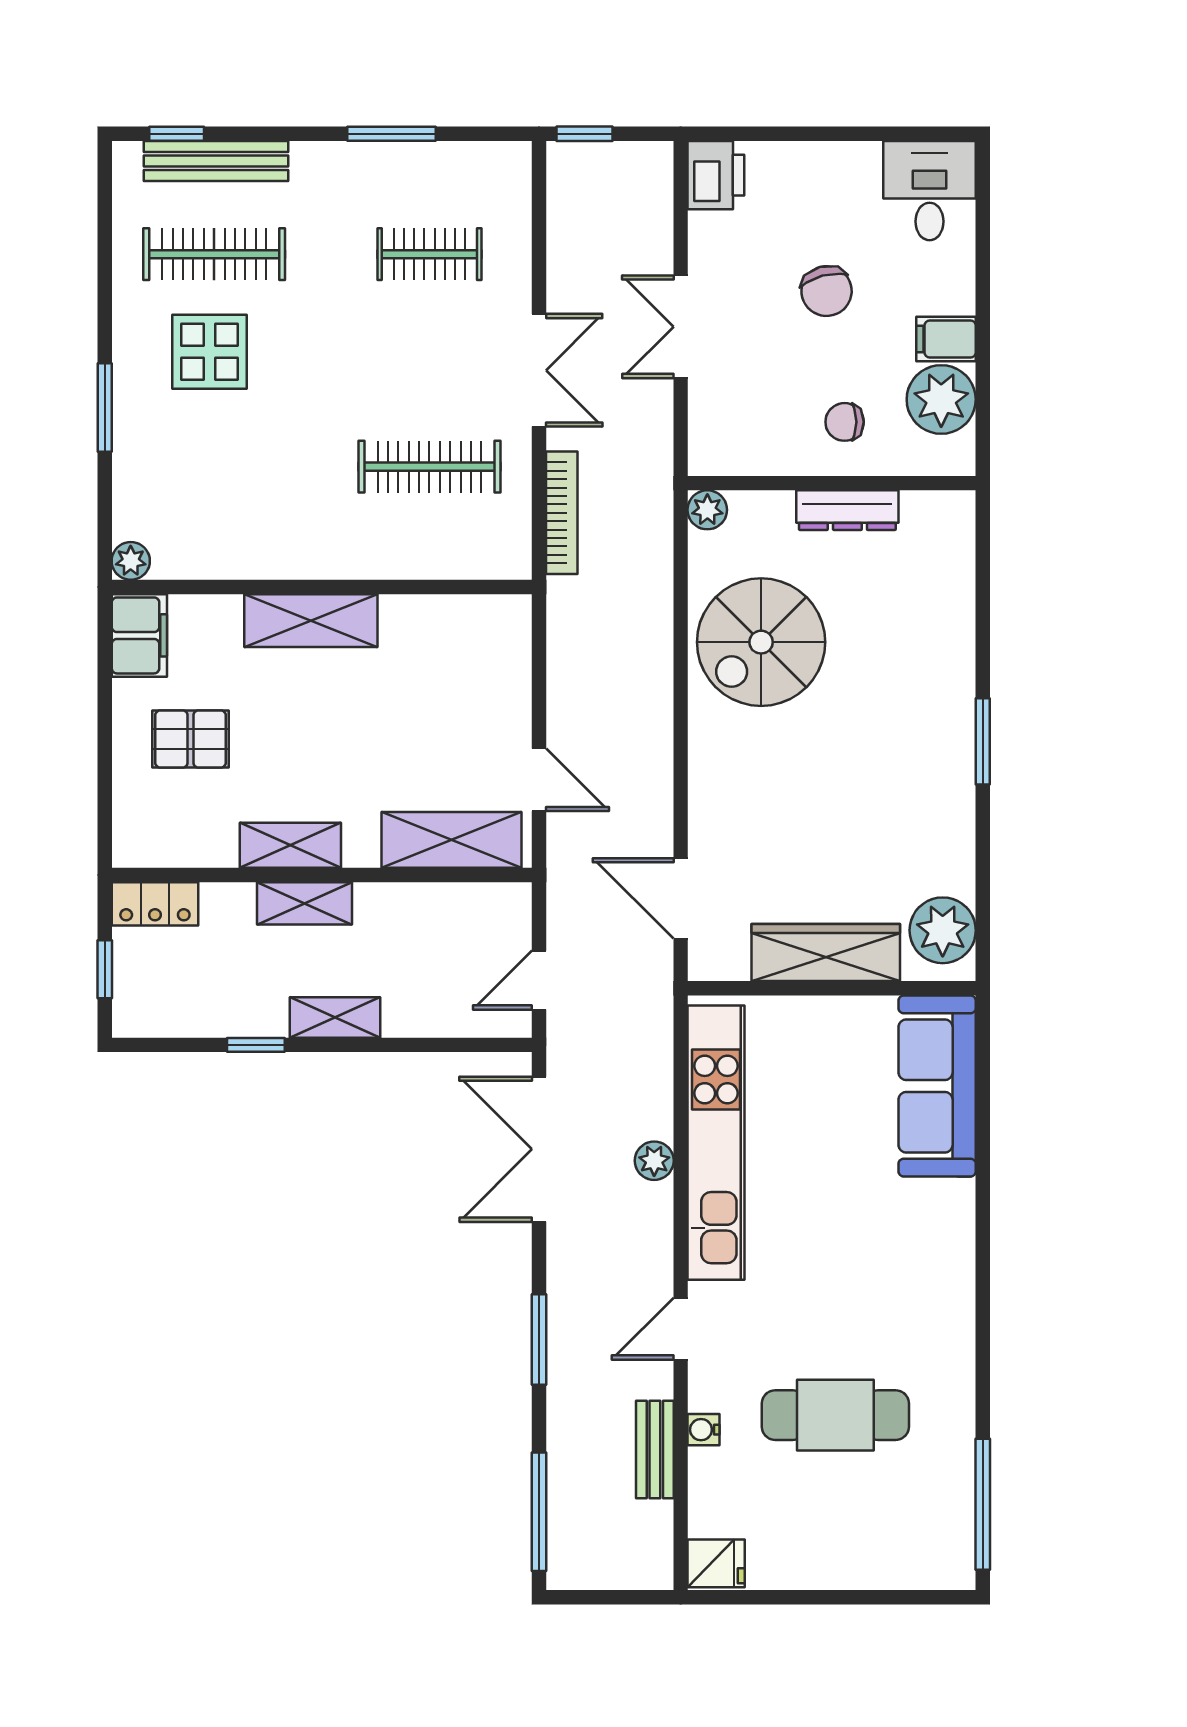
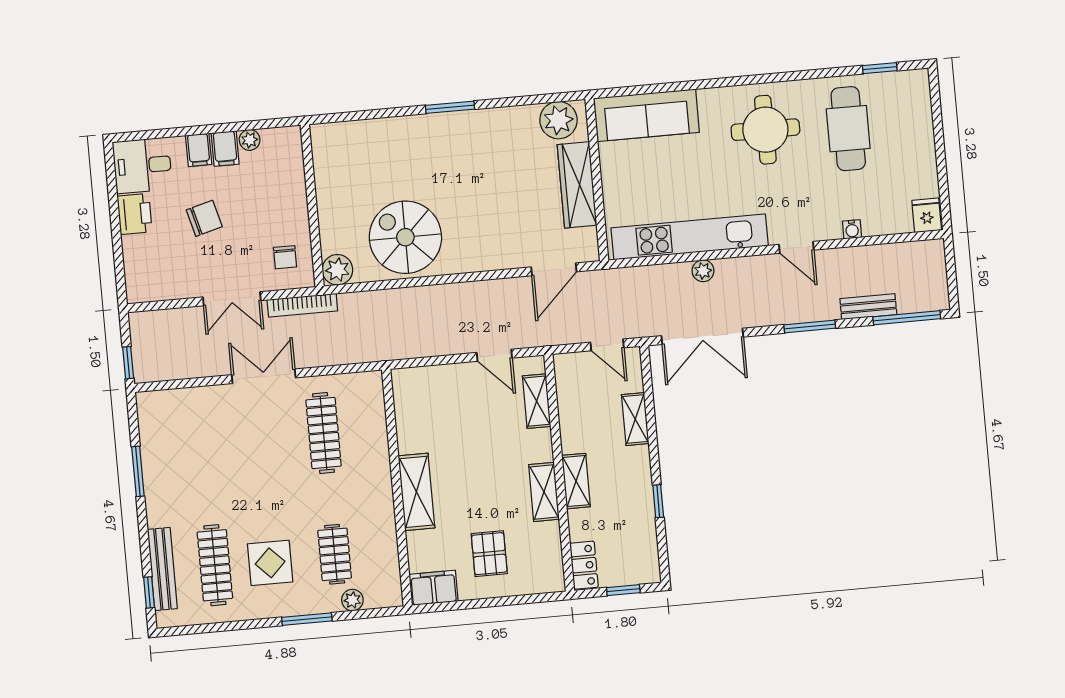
printer: (716, 175) -> (135, 214), moved, turned 90
clothes rail: (429, 254) -> (335, 554), moved
filing cabinet: (948, 292) -> (199, 150), added
plant: (941, 399) -> (250, 140), width x0.53, depth x0.53
chair: (845, 422) -> (285, 257), moved
plant: (707, 510) -> (337, 270), width x1.38, depth x1.38
dresser: (847, 510) -> (327, 195), removed
bookcase: (562, 513) -> (302, 305), moved, turned 180
plant: (131, 561) -> (352, 600), moved
spiral stairs: (761, 642) -> (405, 237), turned 180
door: (539, 780) -> (494, 355), swing flipped
shelving: (451, 840) -> (537, 401), width x0.67, depth x0.75
shelving: (335, 1018) -> (635, 419), moved
round table: (893, 1293) -> (765, 130), added
cafe table: (835, 1415) -> (848, 129), moved
bench: (655, 1449) -> (868, 307), moved
window: (983, 1504) -> (880, 68), width x0.46

